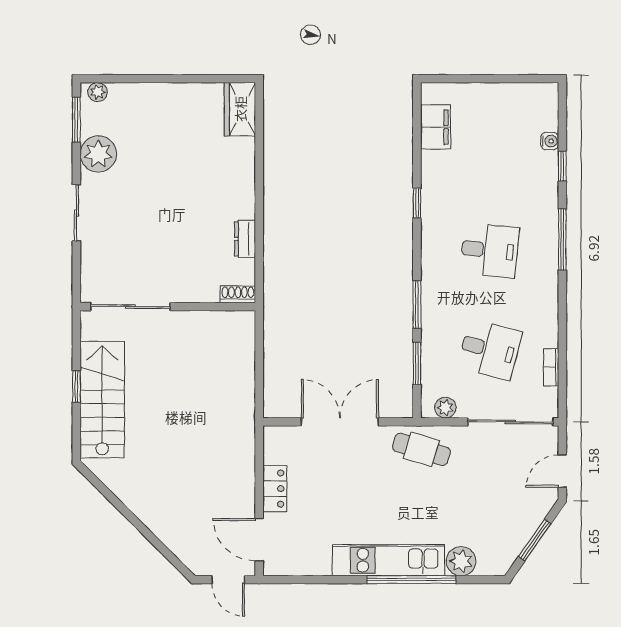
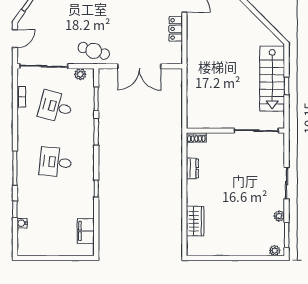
wardrobe: (240, 109) -> (195, 221), moved
plant: (98, 154) -> (279, 216), width x0.53, depth x0.53

